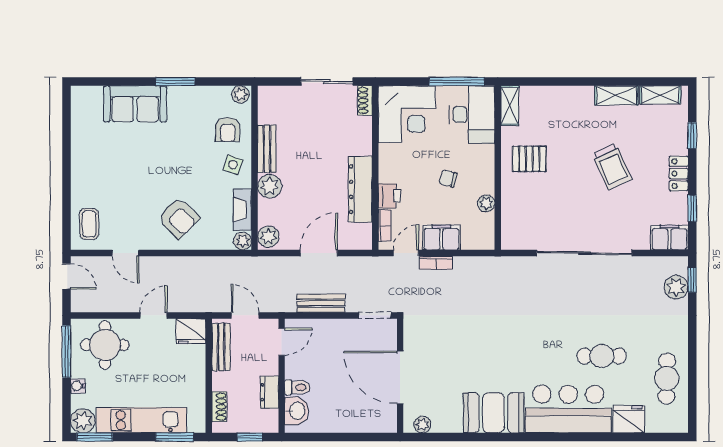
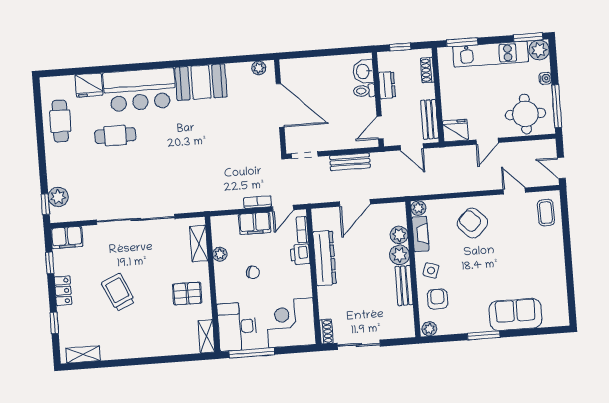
shelving: (617, 95) -> (199, 244), moved, turned 90
plant: (268, 237) -> (399, 235), moved

